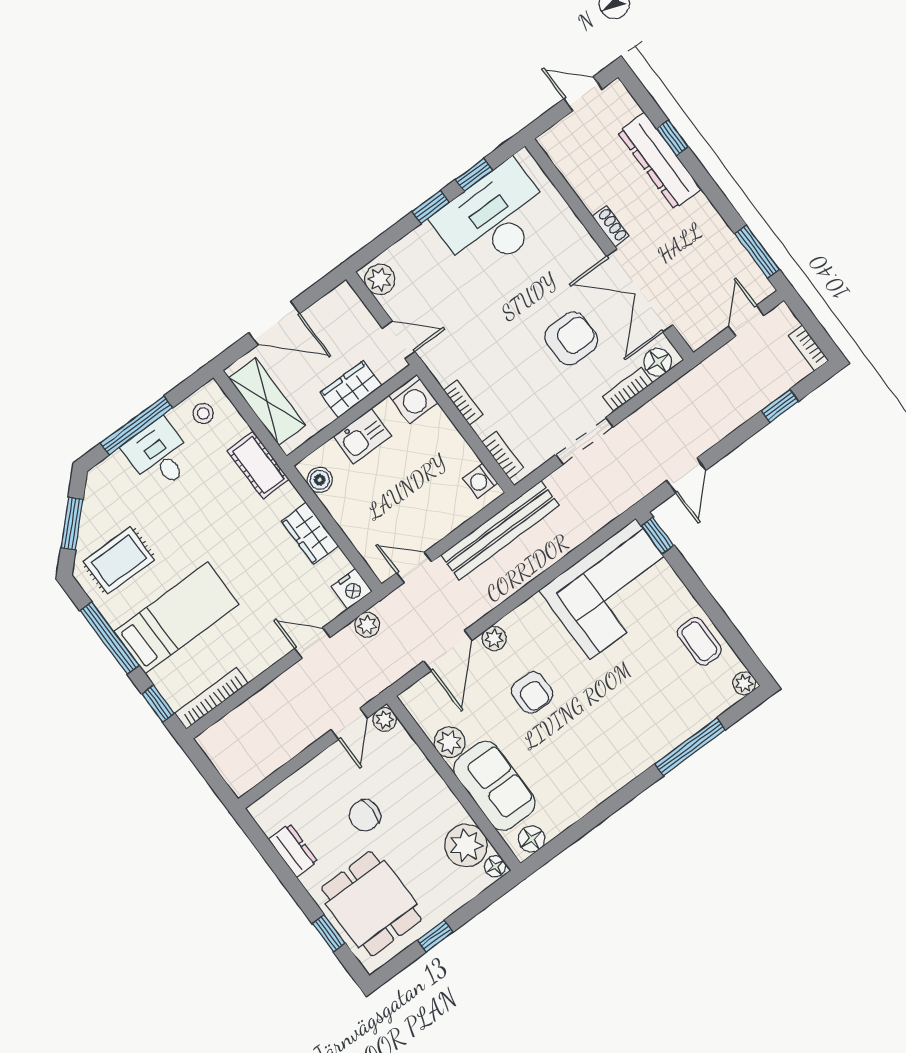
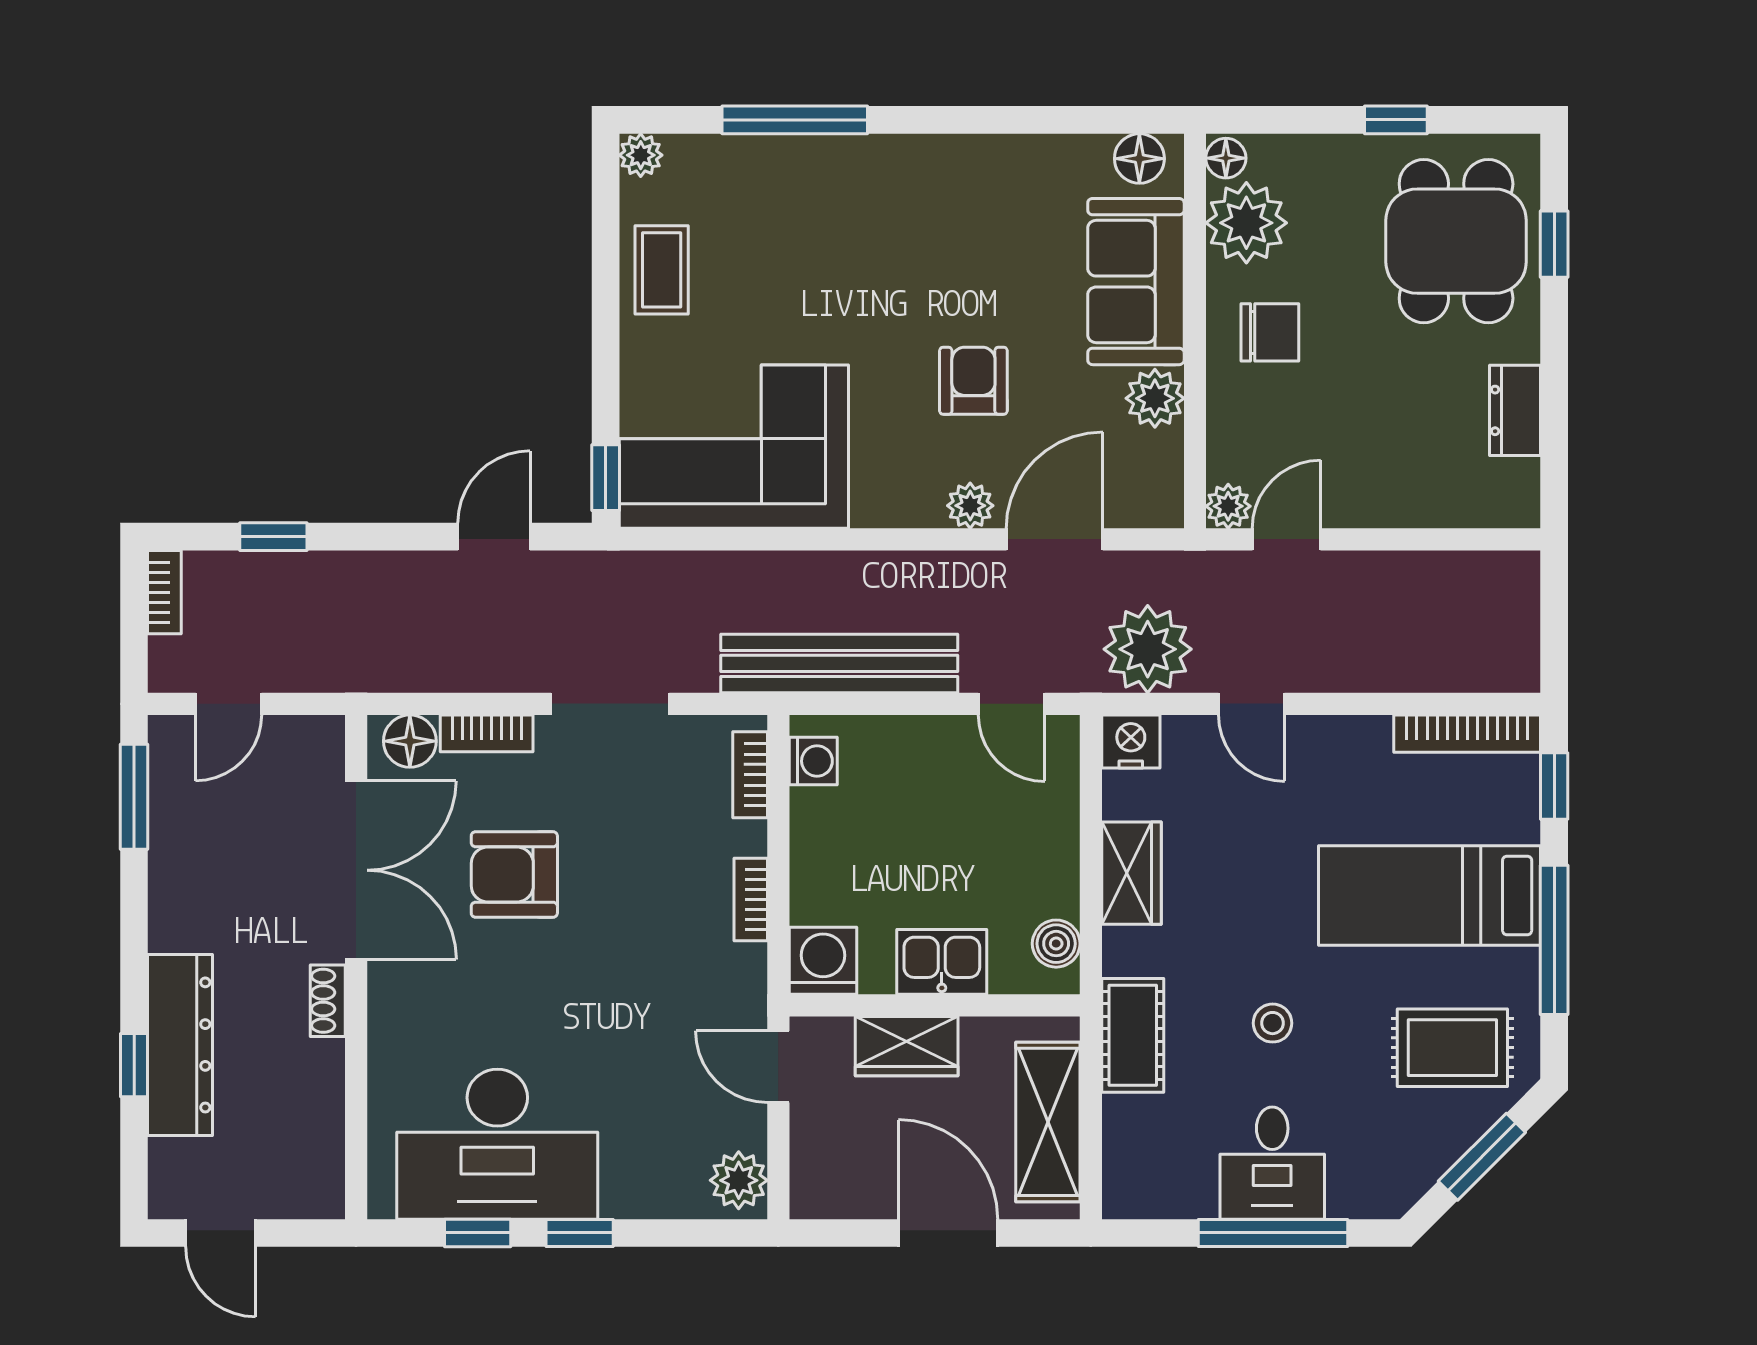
stool: (203, 413) -> (1273, 1023), moved
plant: (367, 625) -> (1148, 649), width x1.88, depth x1.88
chair: (365, 815) -> (1270, 332), moved

